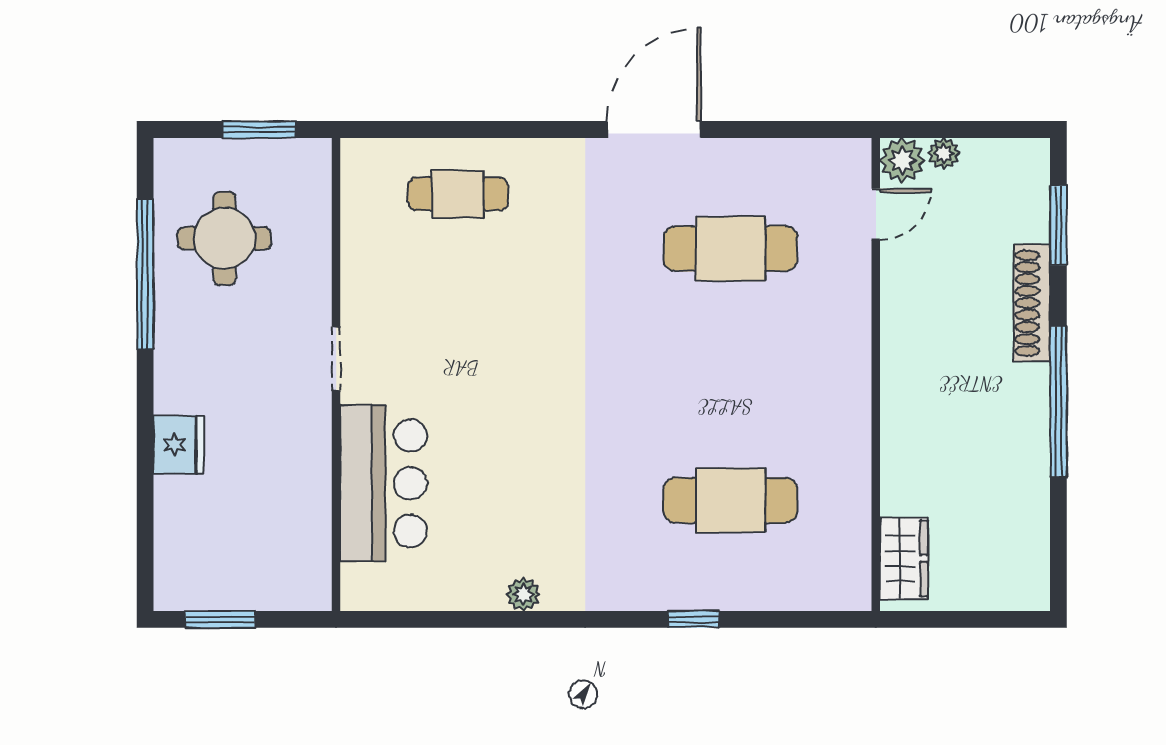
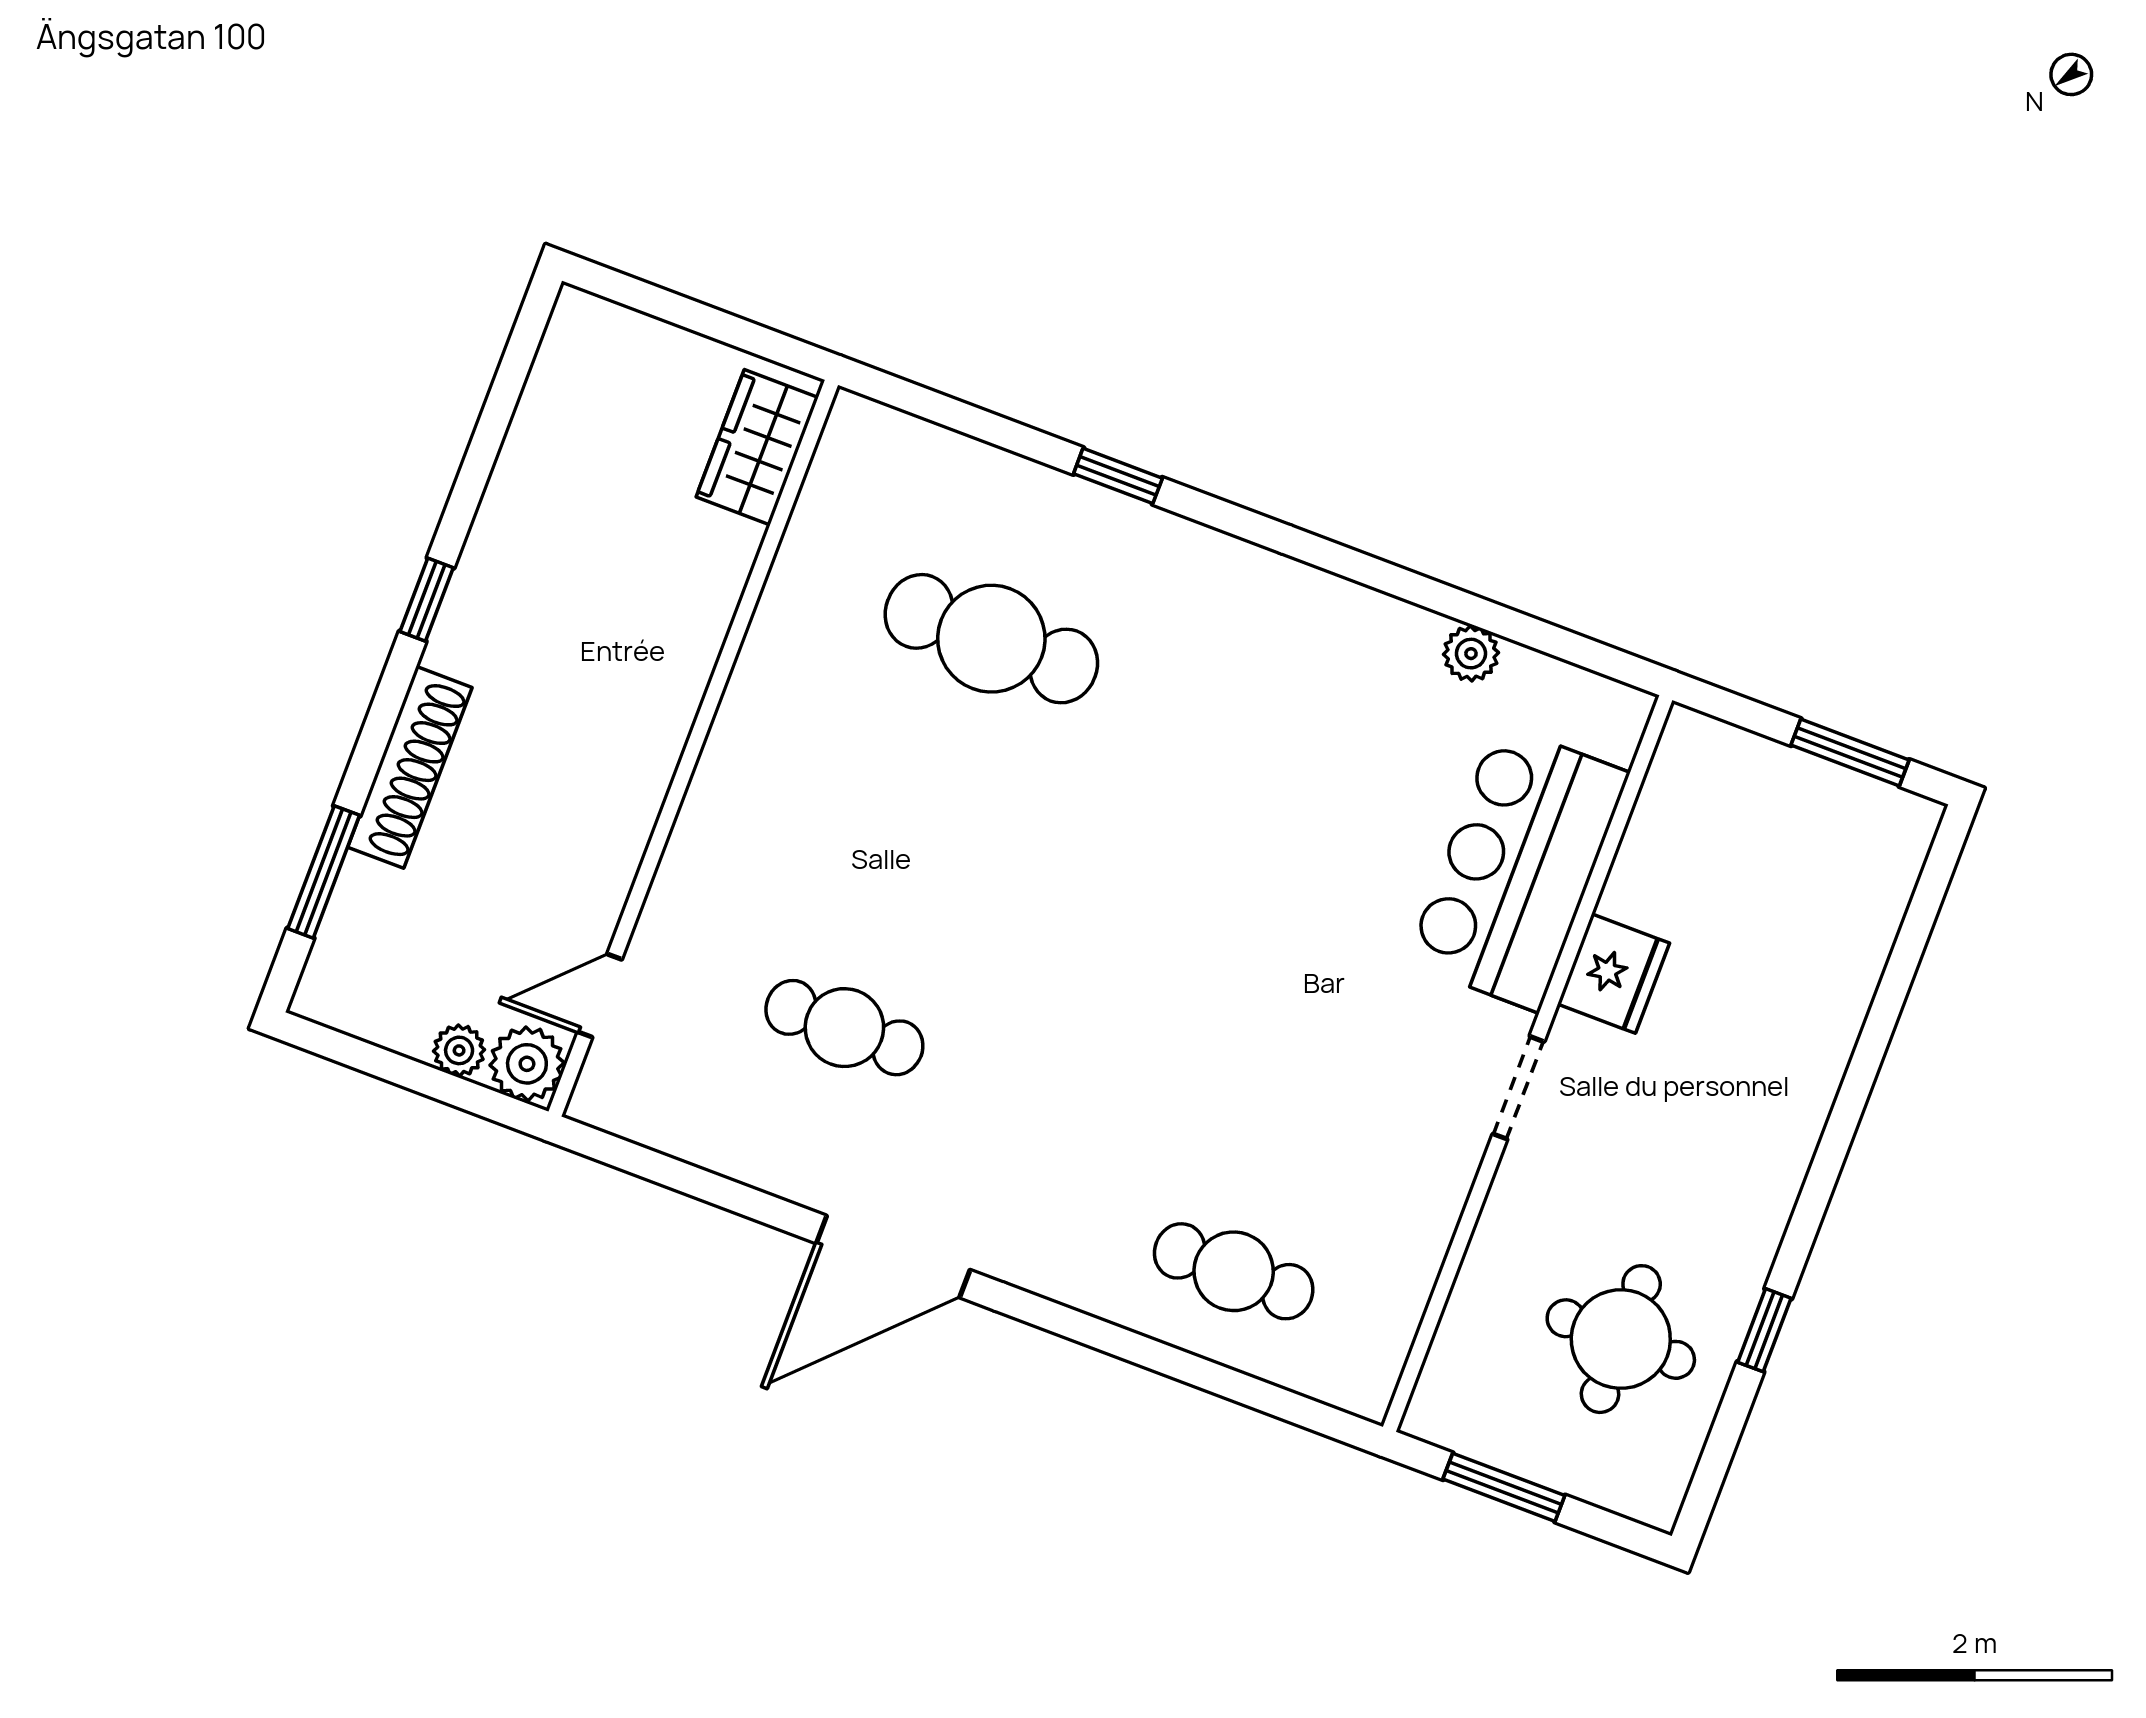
cafe table: (730, 249) -> (844, 1028), width x0.73, depth x0.74
window: (145, 274) -> (1764, 1330), width x0.32
window: (1058, 402) -> (427, 600), width x0.32
fridge: (179, 445) -> (1614, 974), moved, turned 180
plant: (523, 594) -> (1471, 654), moved

